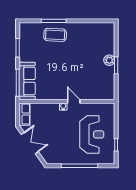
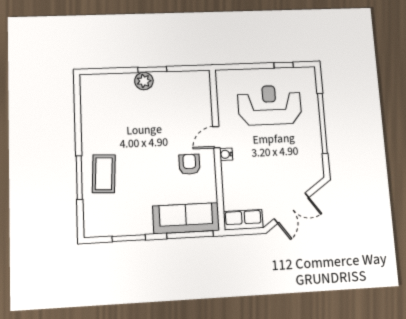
armchair: (58, 85) -> (189, 164), added
double door: (30, 143) -> (292, 208), swing flipped

